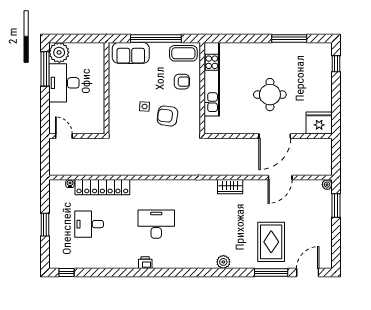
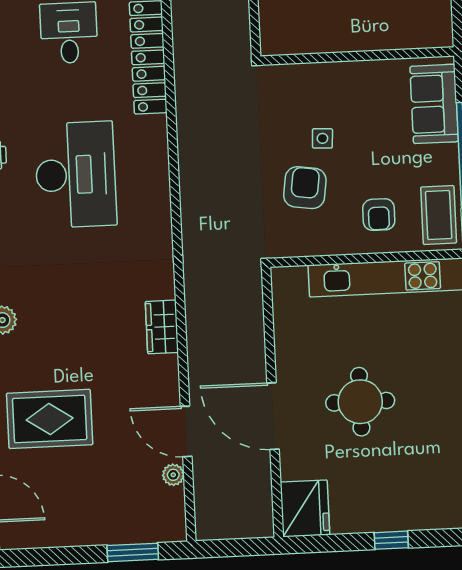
window: (336, 64) -> (391, 540), moved
plant: (327, 185) -> (173, 475), moved
desk: (156, 224) -> (76, 175), width x1.36, depth x1.30

